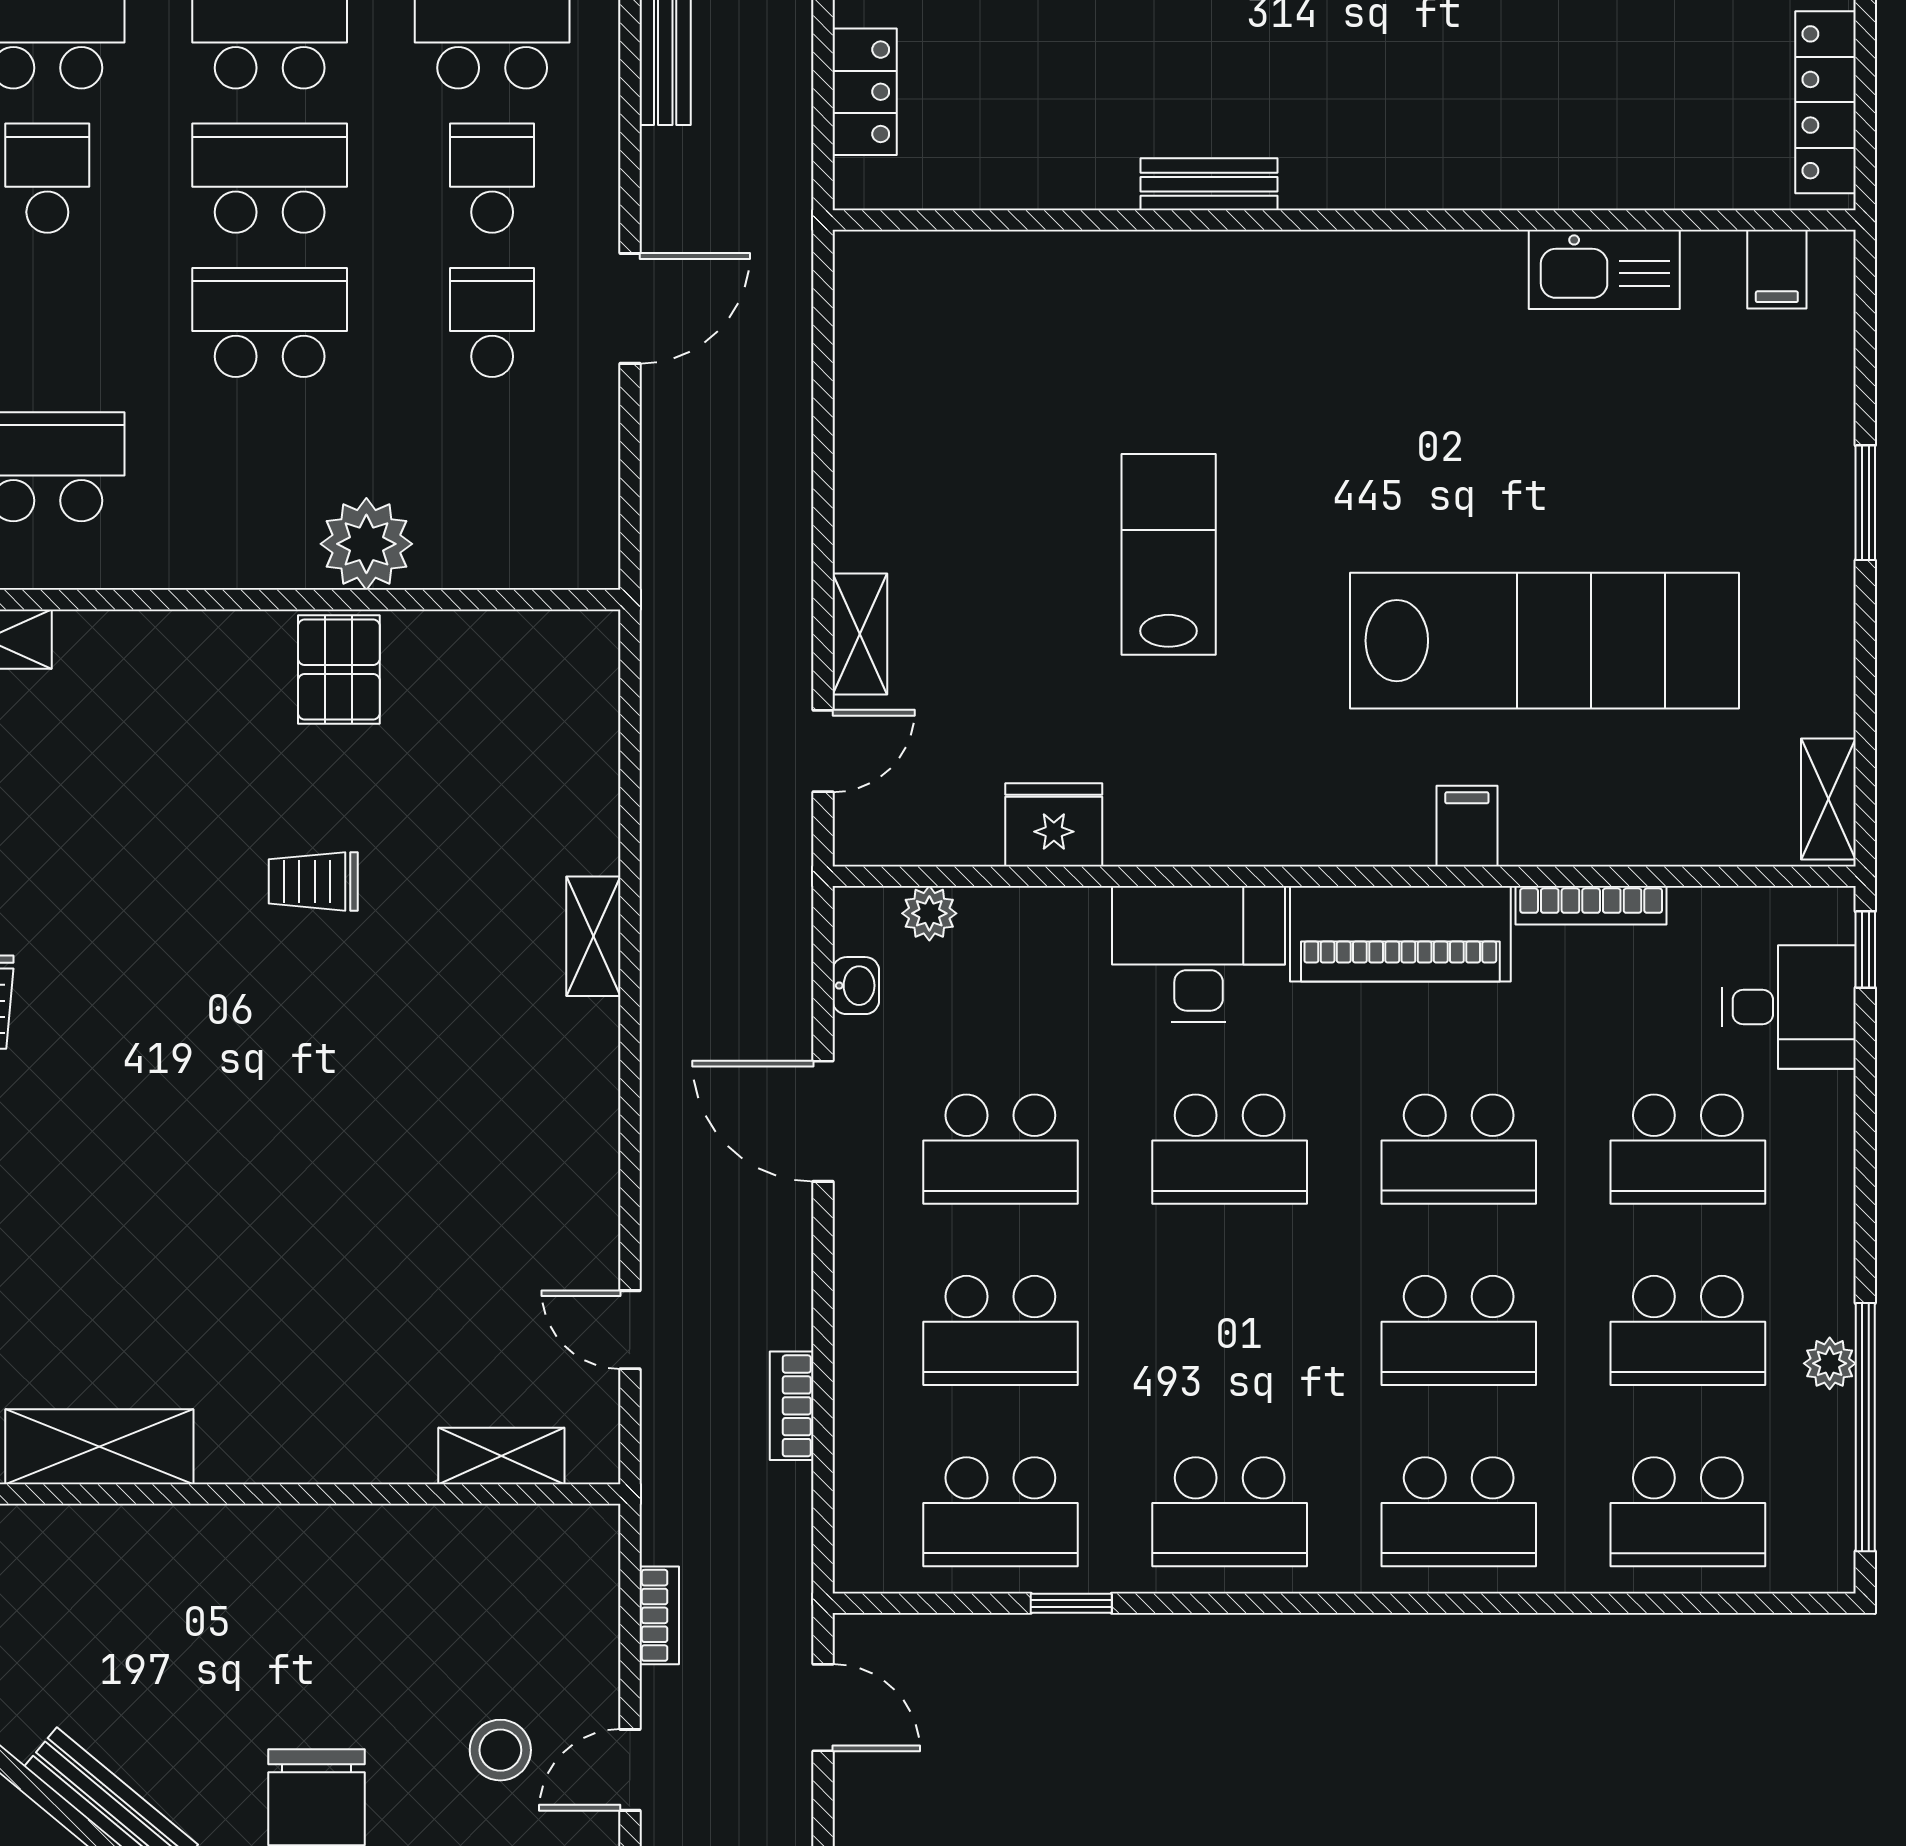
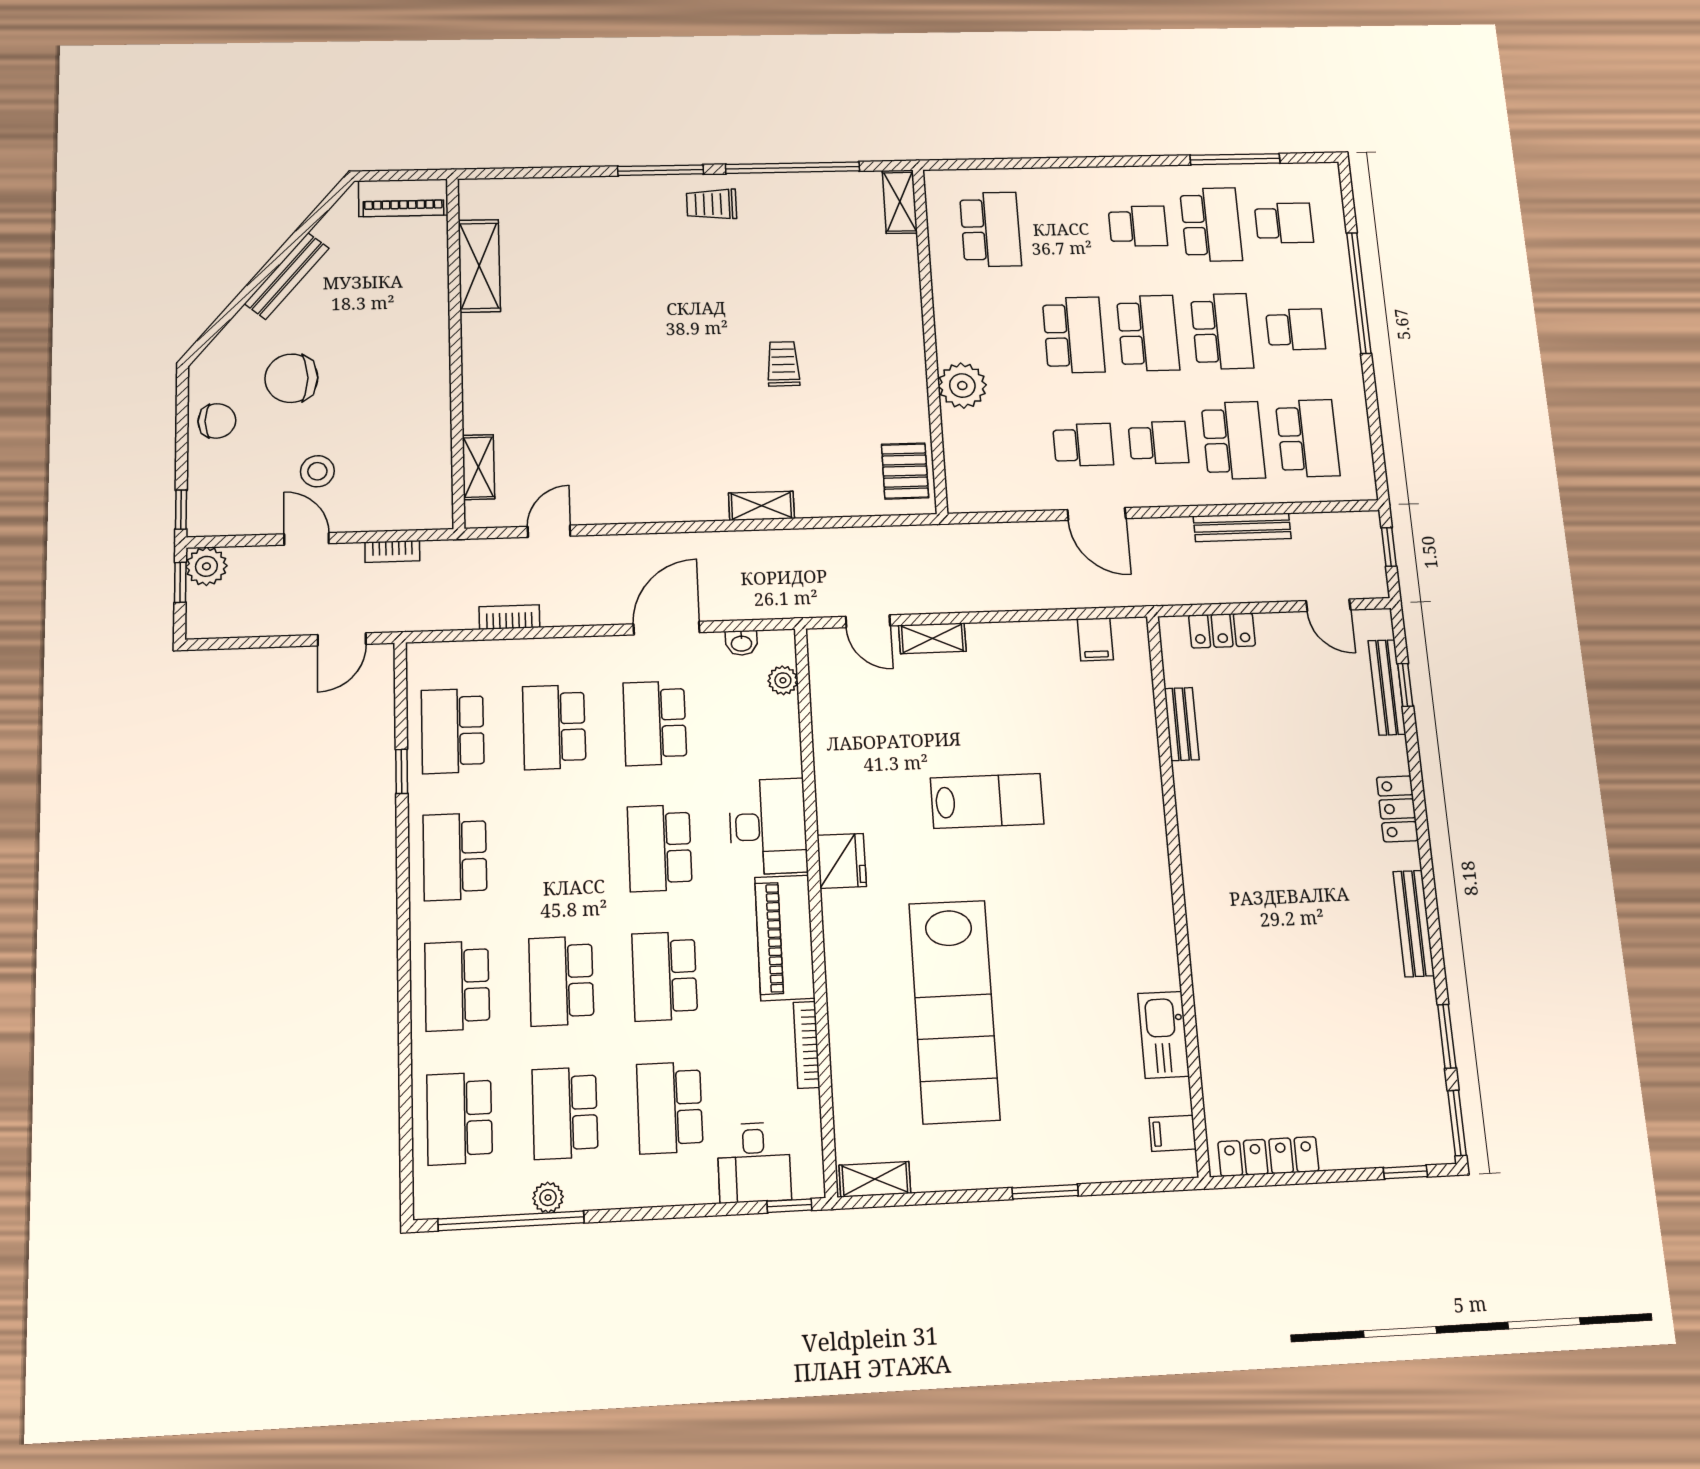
bench: (1209, 184) -> (1182, 724), moved
pallet: (339, 670) -> (905, 471), moved, turned 90
fridge: (1054, 825) -> (842, 861), moved
filing cabinet: (1467, 826) -> (1095, 639), moved, turned 90

